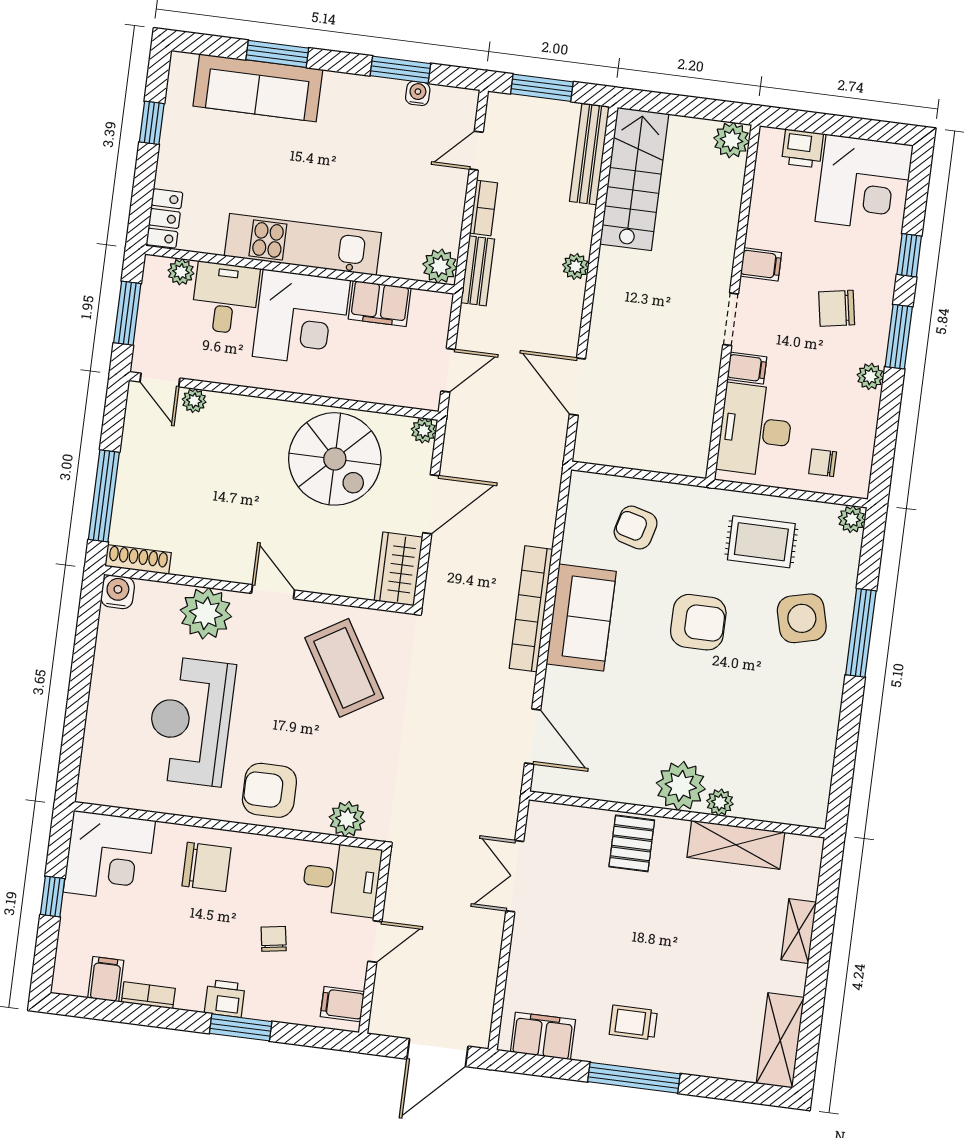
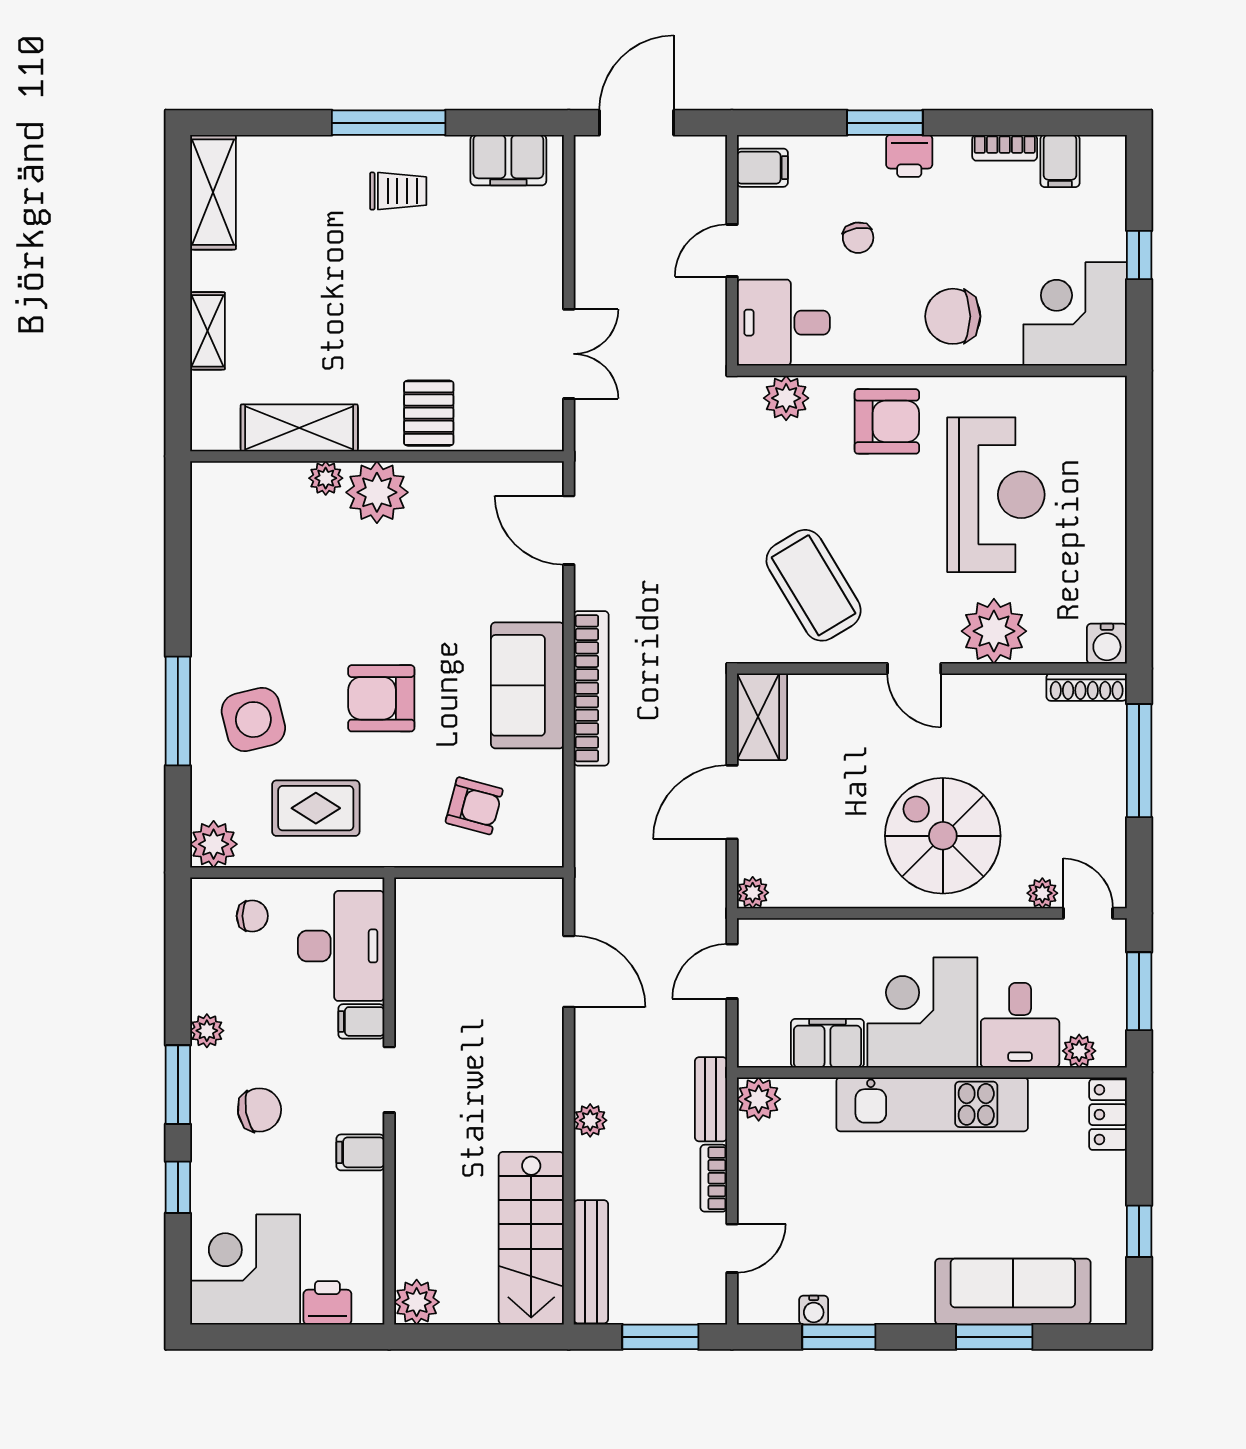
spiral stairs: (335, 459) -> (943, 836), moved
plant: (852, 519) -> (214, 844), width x1.38, depth x1.38

